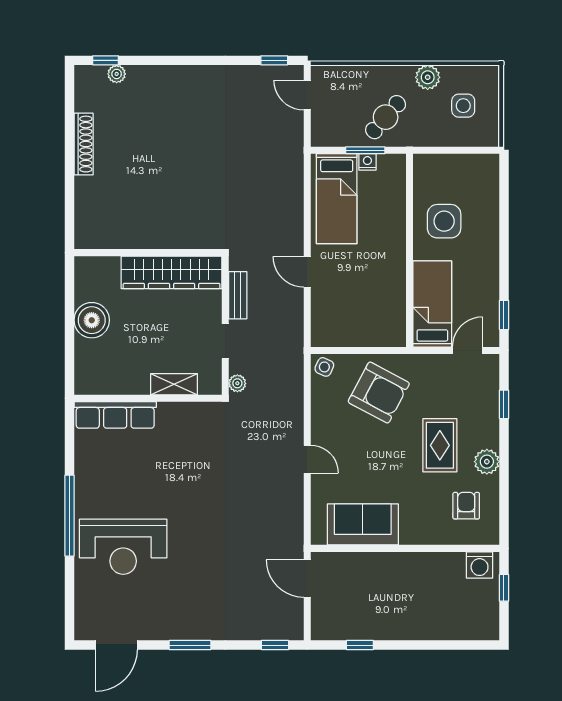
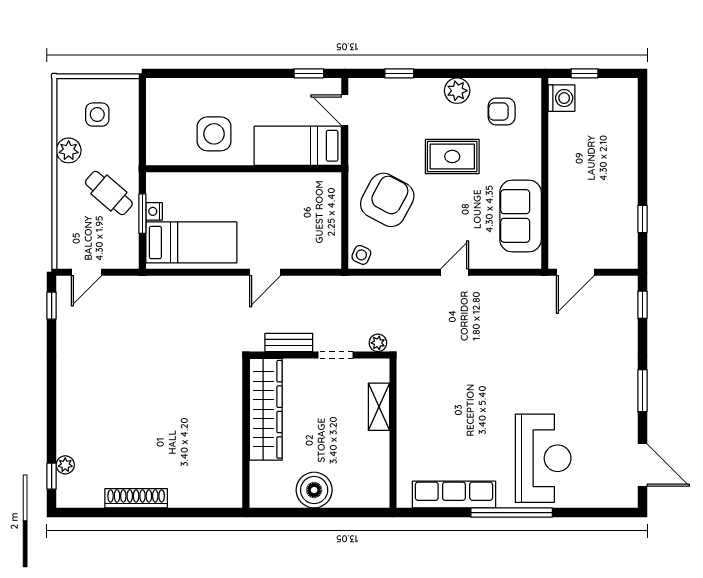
row of seats: (115, 415) -> (454, 494), moved, turned -90
rug: (440, 445) -> (452, 157), moved

